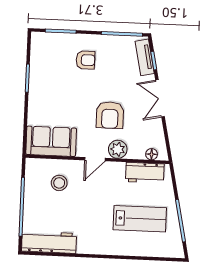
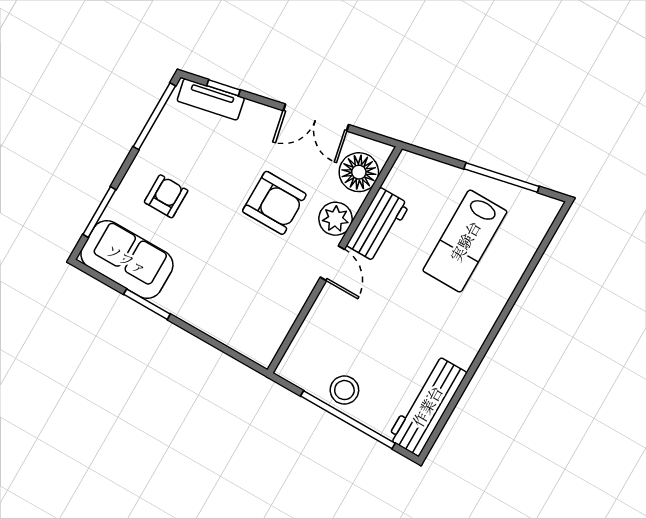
double door: (160, 98) -> (316, 118), moved
sofa: (51, 141) -> (127, 259), moved, turned 90
floor lamp: (152, 154) -> (359, 172), width x1.89, depth x1.89
workbench: (145, 173) -> (378, 225), moved
stool: (59, 183) -> (344, 390), moved
lab bench: (140, 219) -> (465, 241), turned 180

